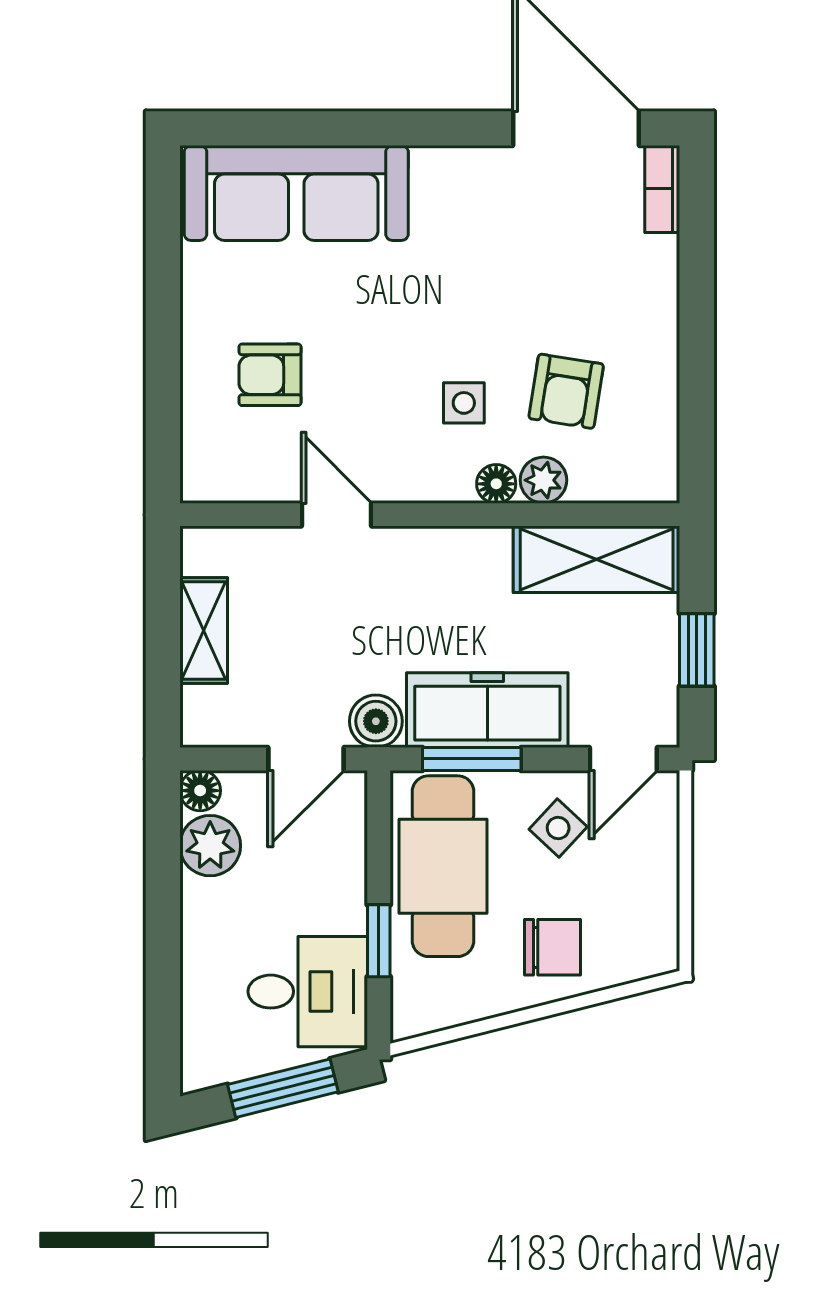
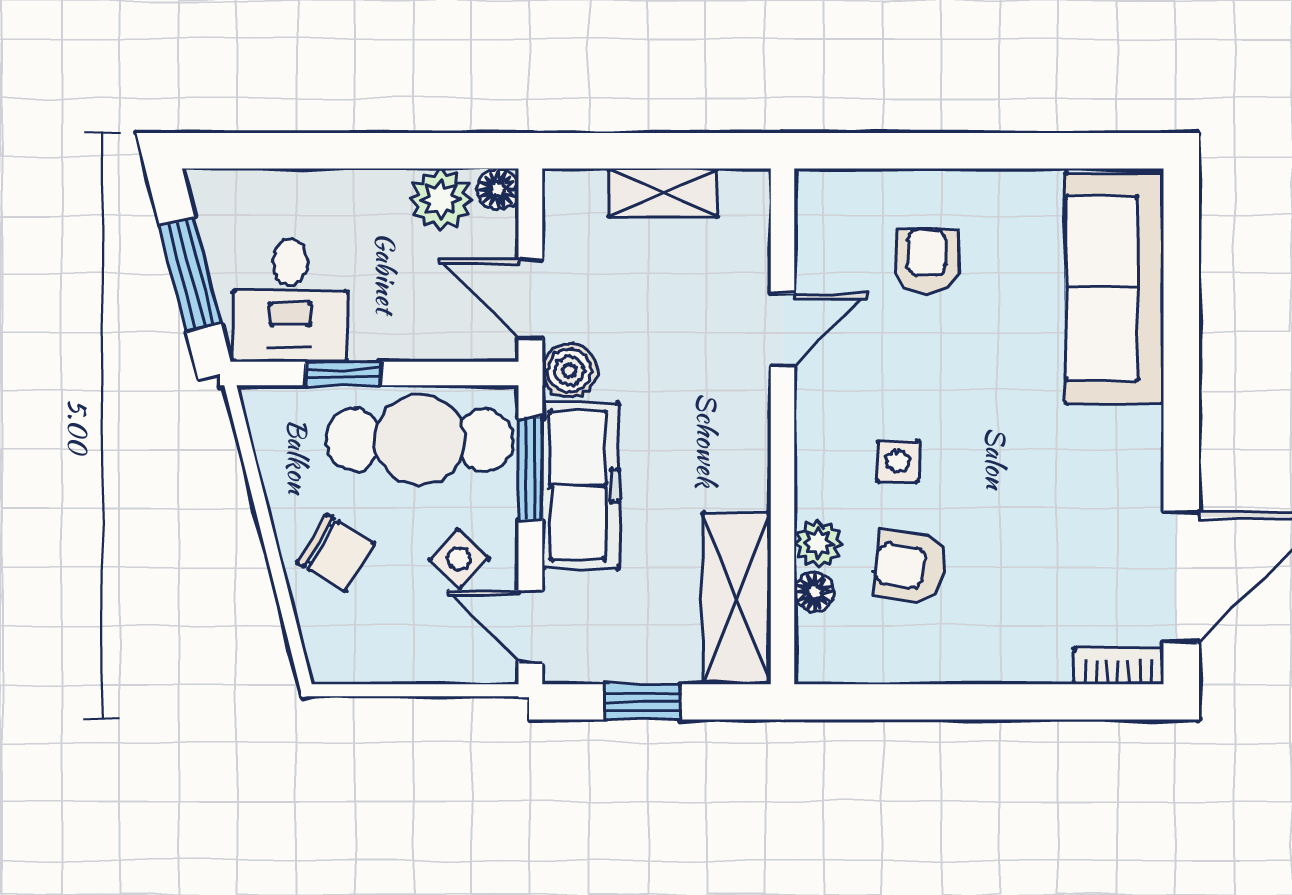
floor lamp: (496, 484) -> (814, 592), moved
chair: (552, 947) -> (336, 553), turned -59

